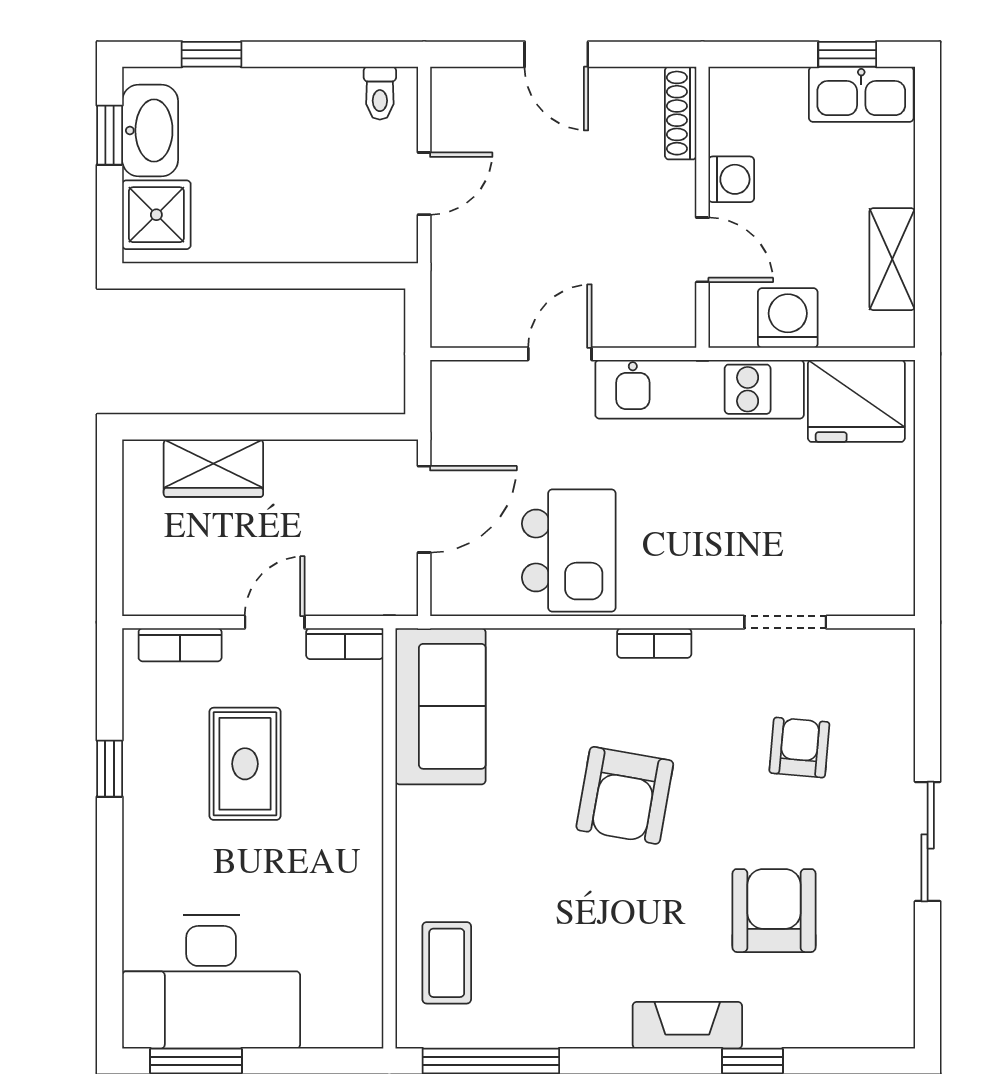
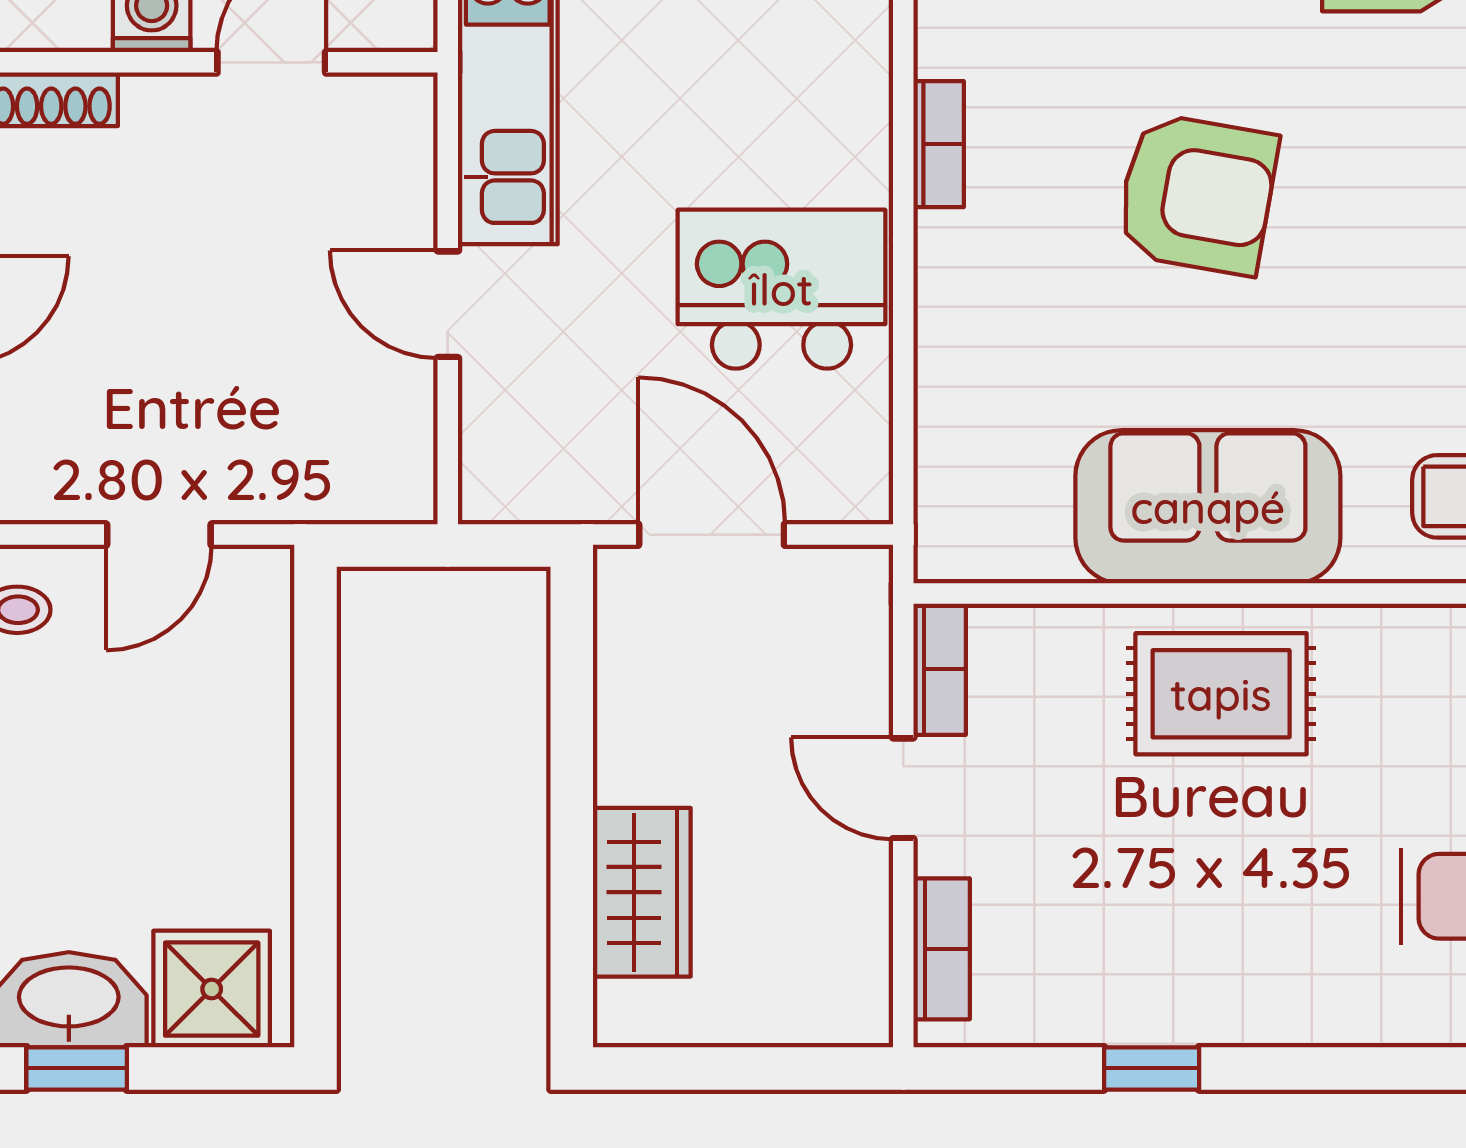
door: (424, 184) -> (159, 535), swing flipped
sofa: (440, 706) -> (1208, 507), moved
rug: (245, 764) -> (1221, 694), moved

